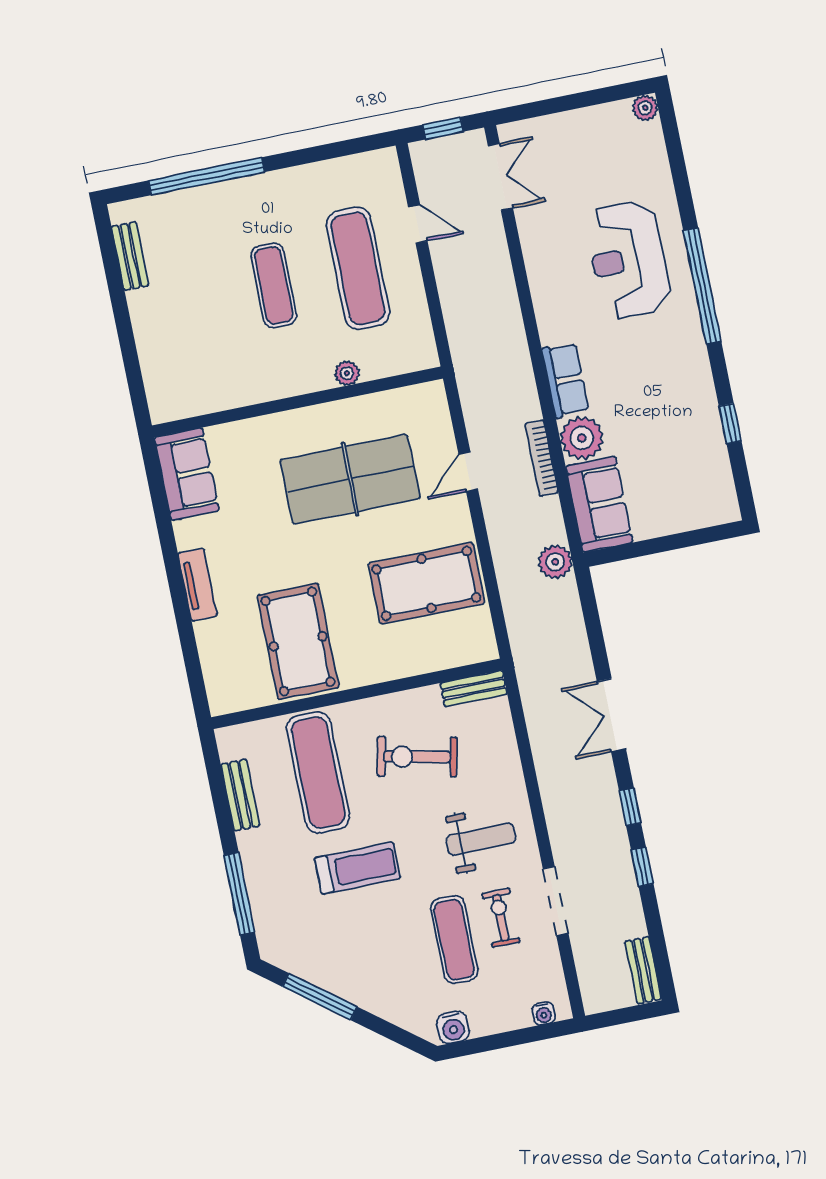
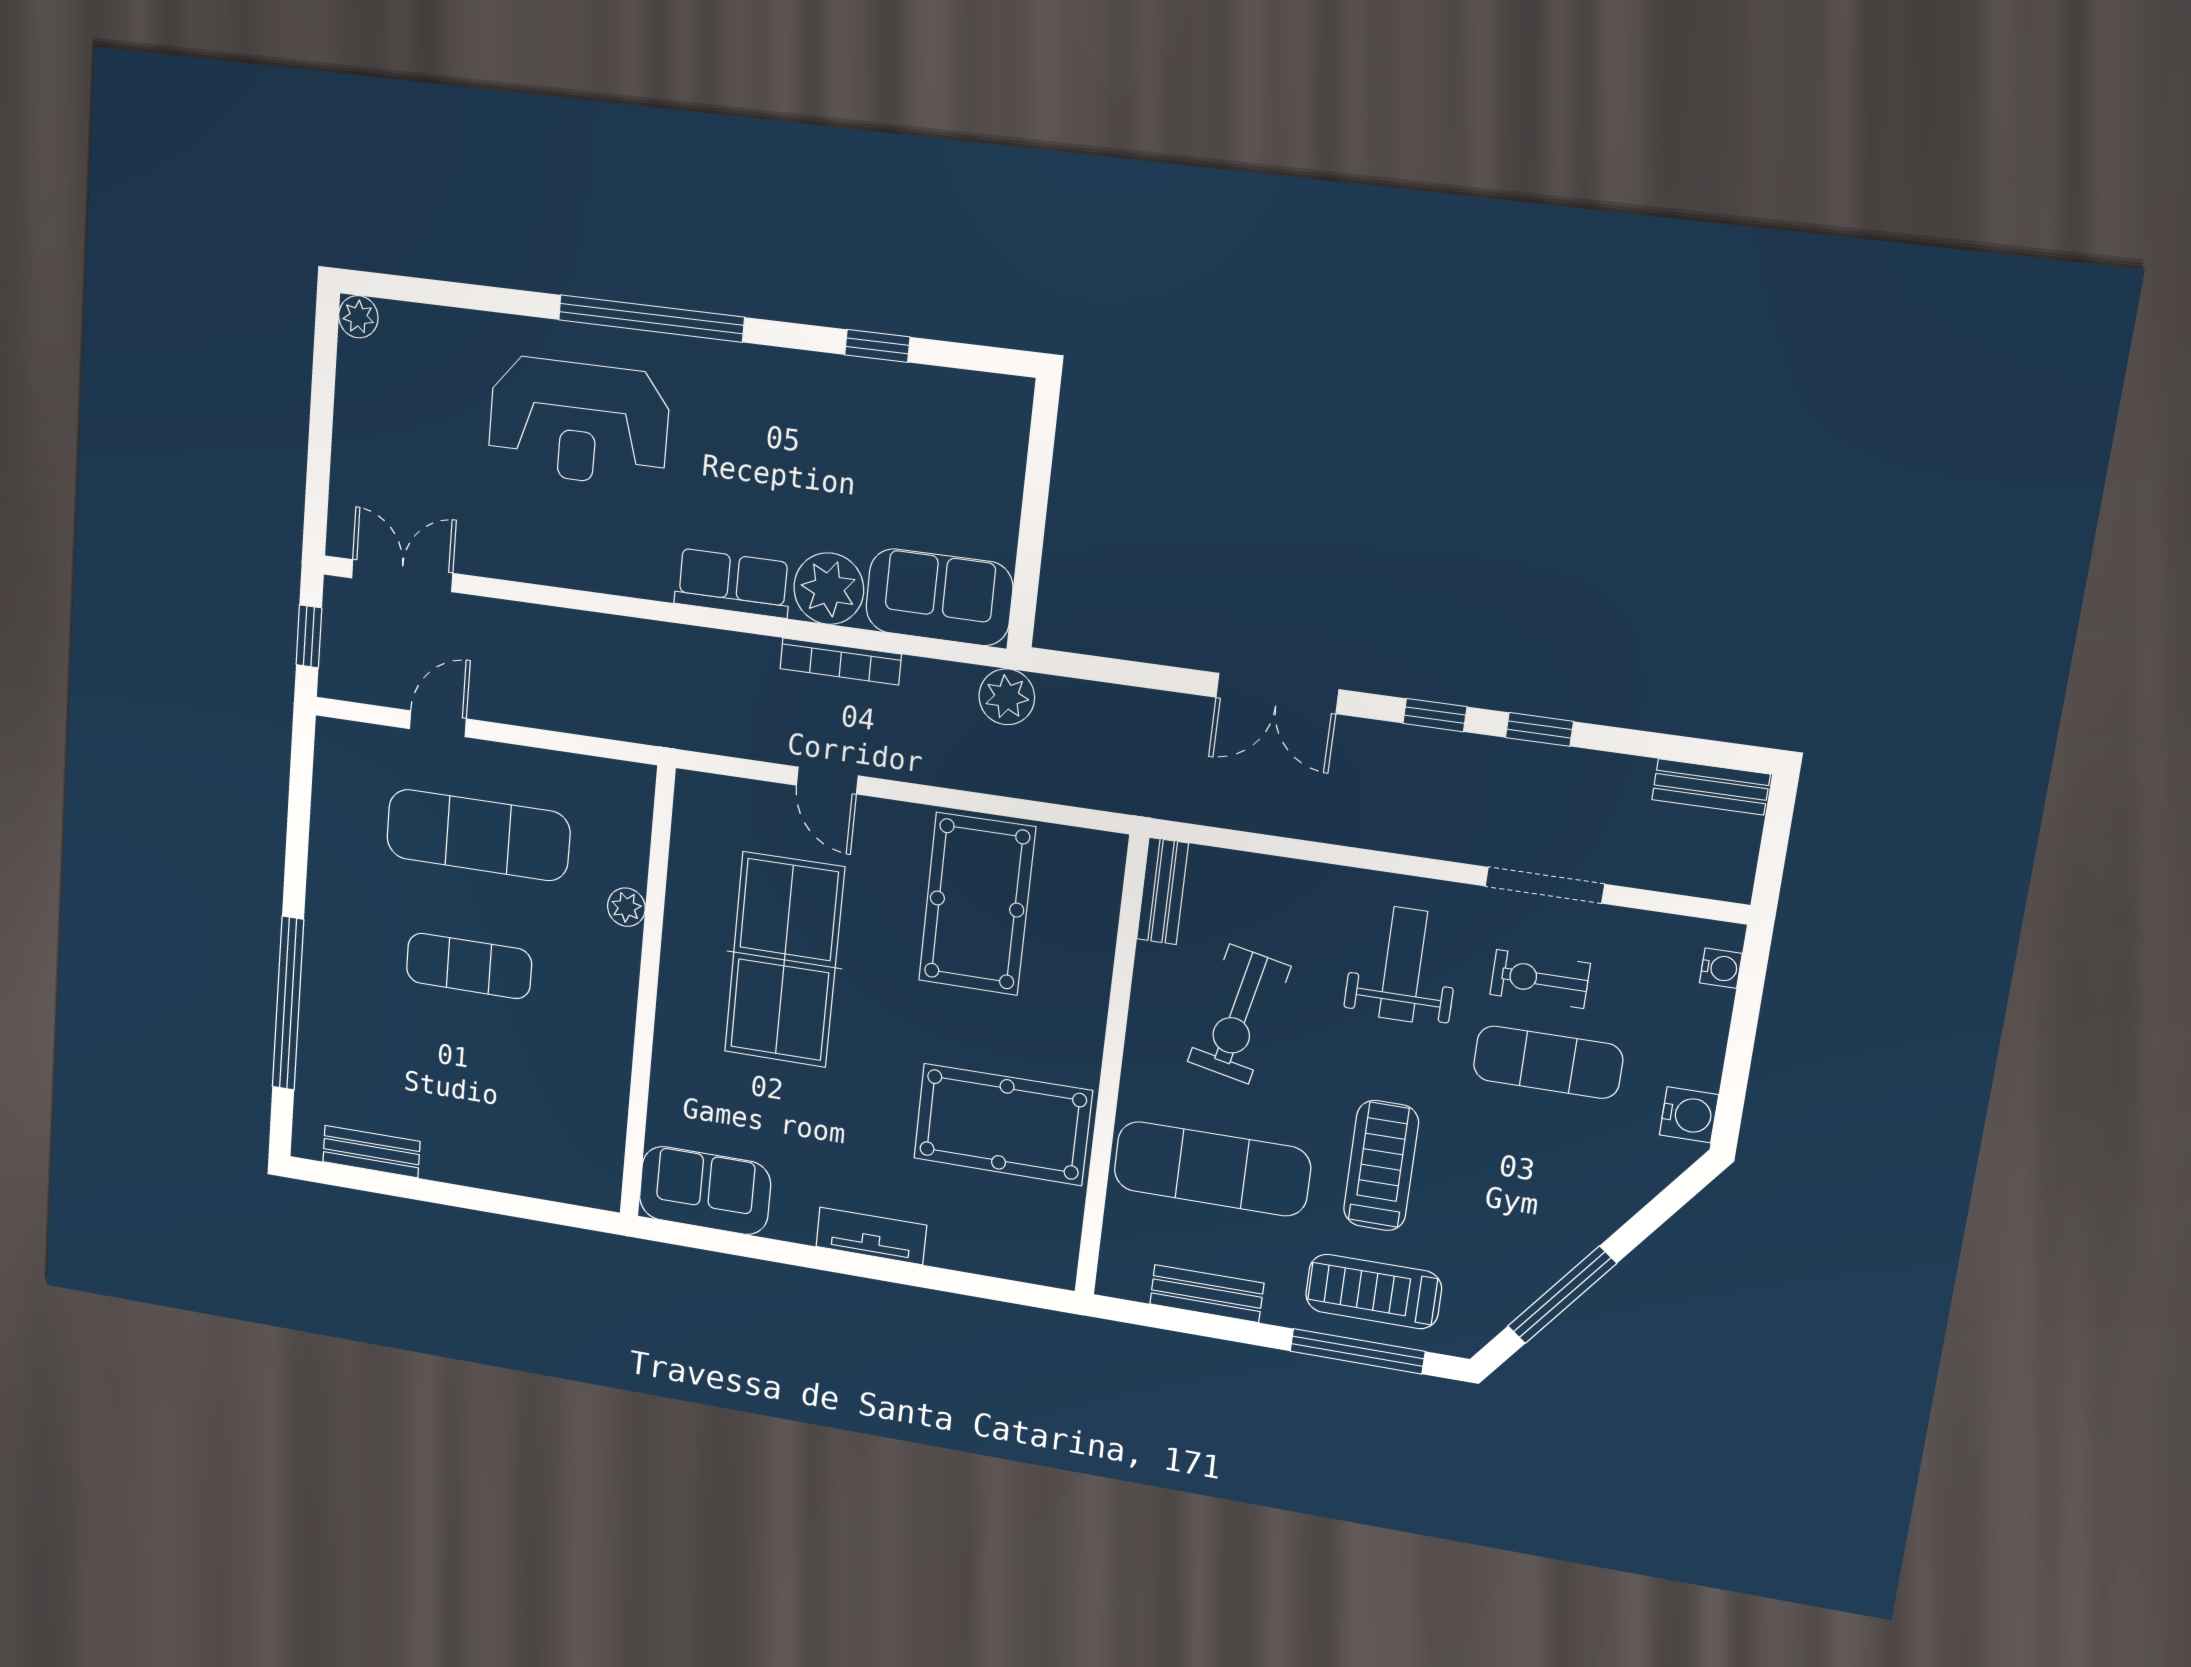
treadmill: (280, 890) -> (1374, 1292), added

